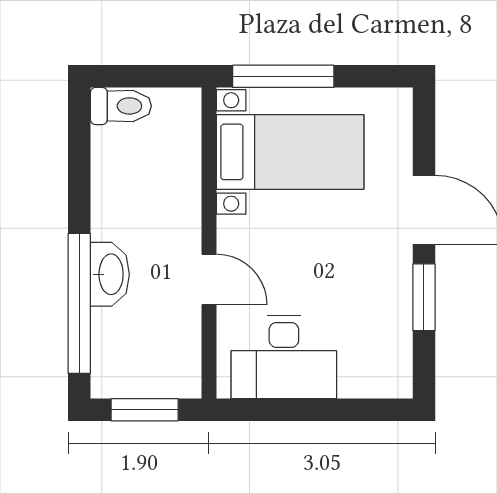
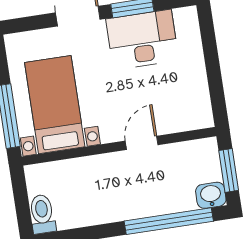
washbasin: (110, 274) -> (211, 195), moved, width x0.72
desk: (284, 357) -> (142, 40), moved, turned -90

